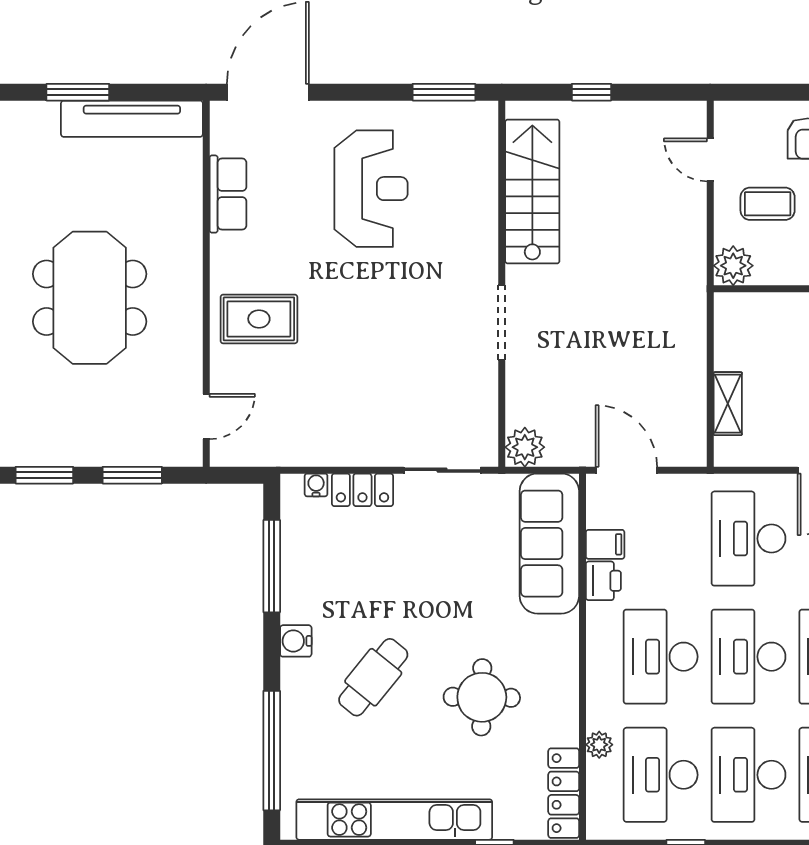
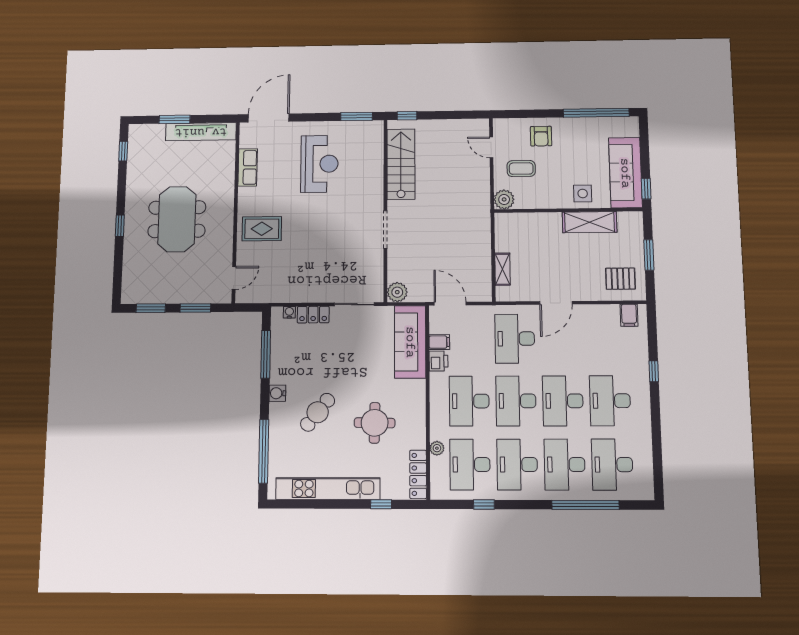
window: (591, 92) -> (407, 116), moved

